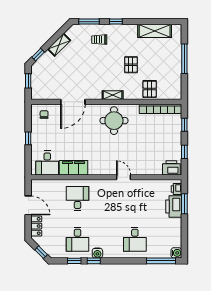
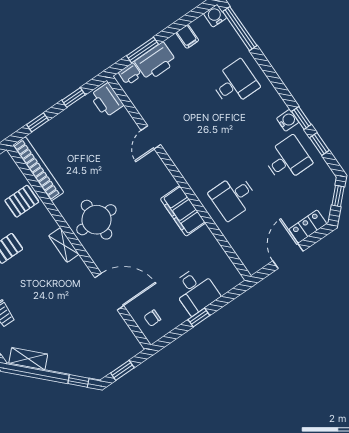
shelving: (59, 45) -> (28, 359), moved
desk: (47, 163) -> (196, 291), moved, turned 90
filing cabinet: (73, 168) -> (183, 211), moved
door: (124, 177) -> (151, 137), moved
filing cabinet: (175, 231) -> (187, 37), added

